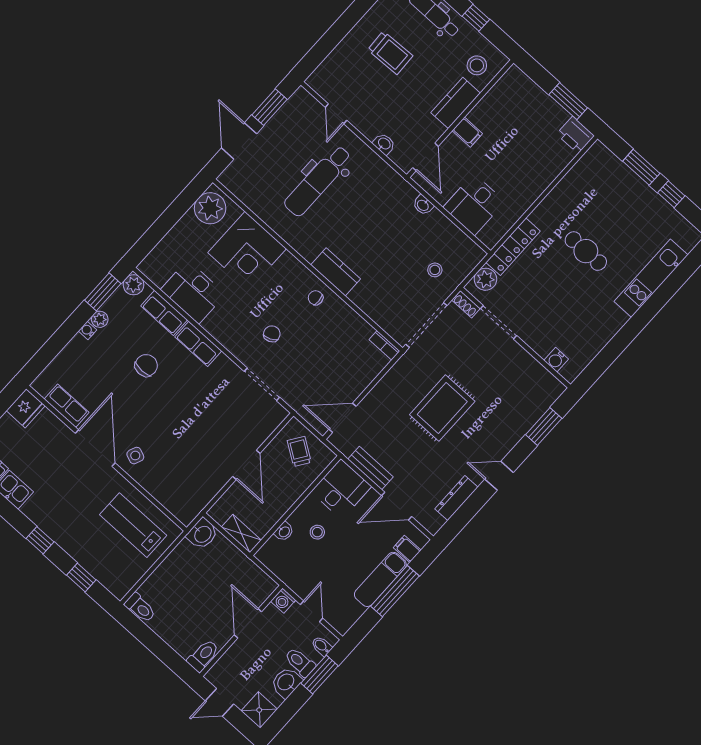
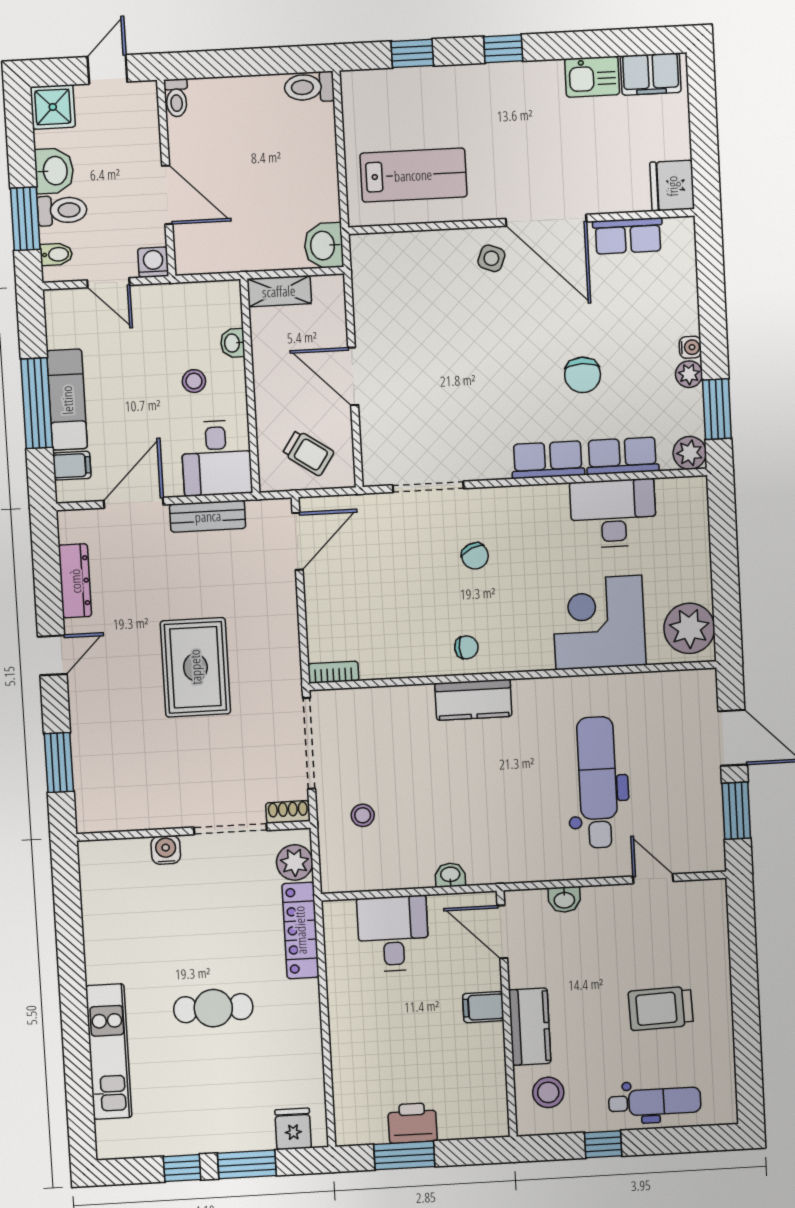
printer: (575, 135) -> (412, 1123), moved
fridge: (605, 162) -> (293, 1129), added
water cooler: (556, 360) -> (166, 850), moved
toilet: (203, 656) -> (176, 98), width x0.73, depth x0.72

